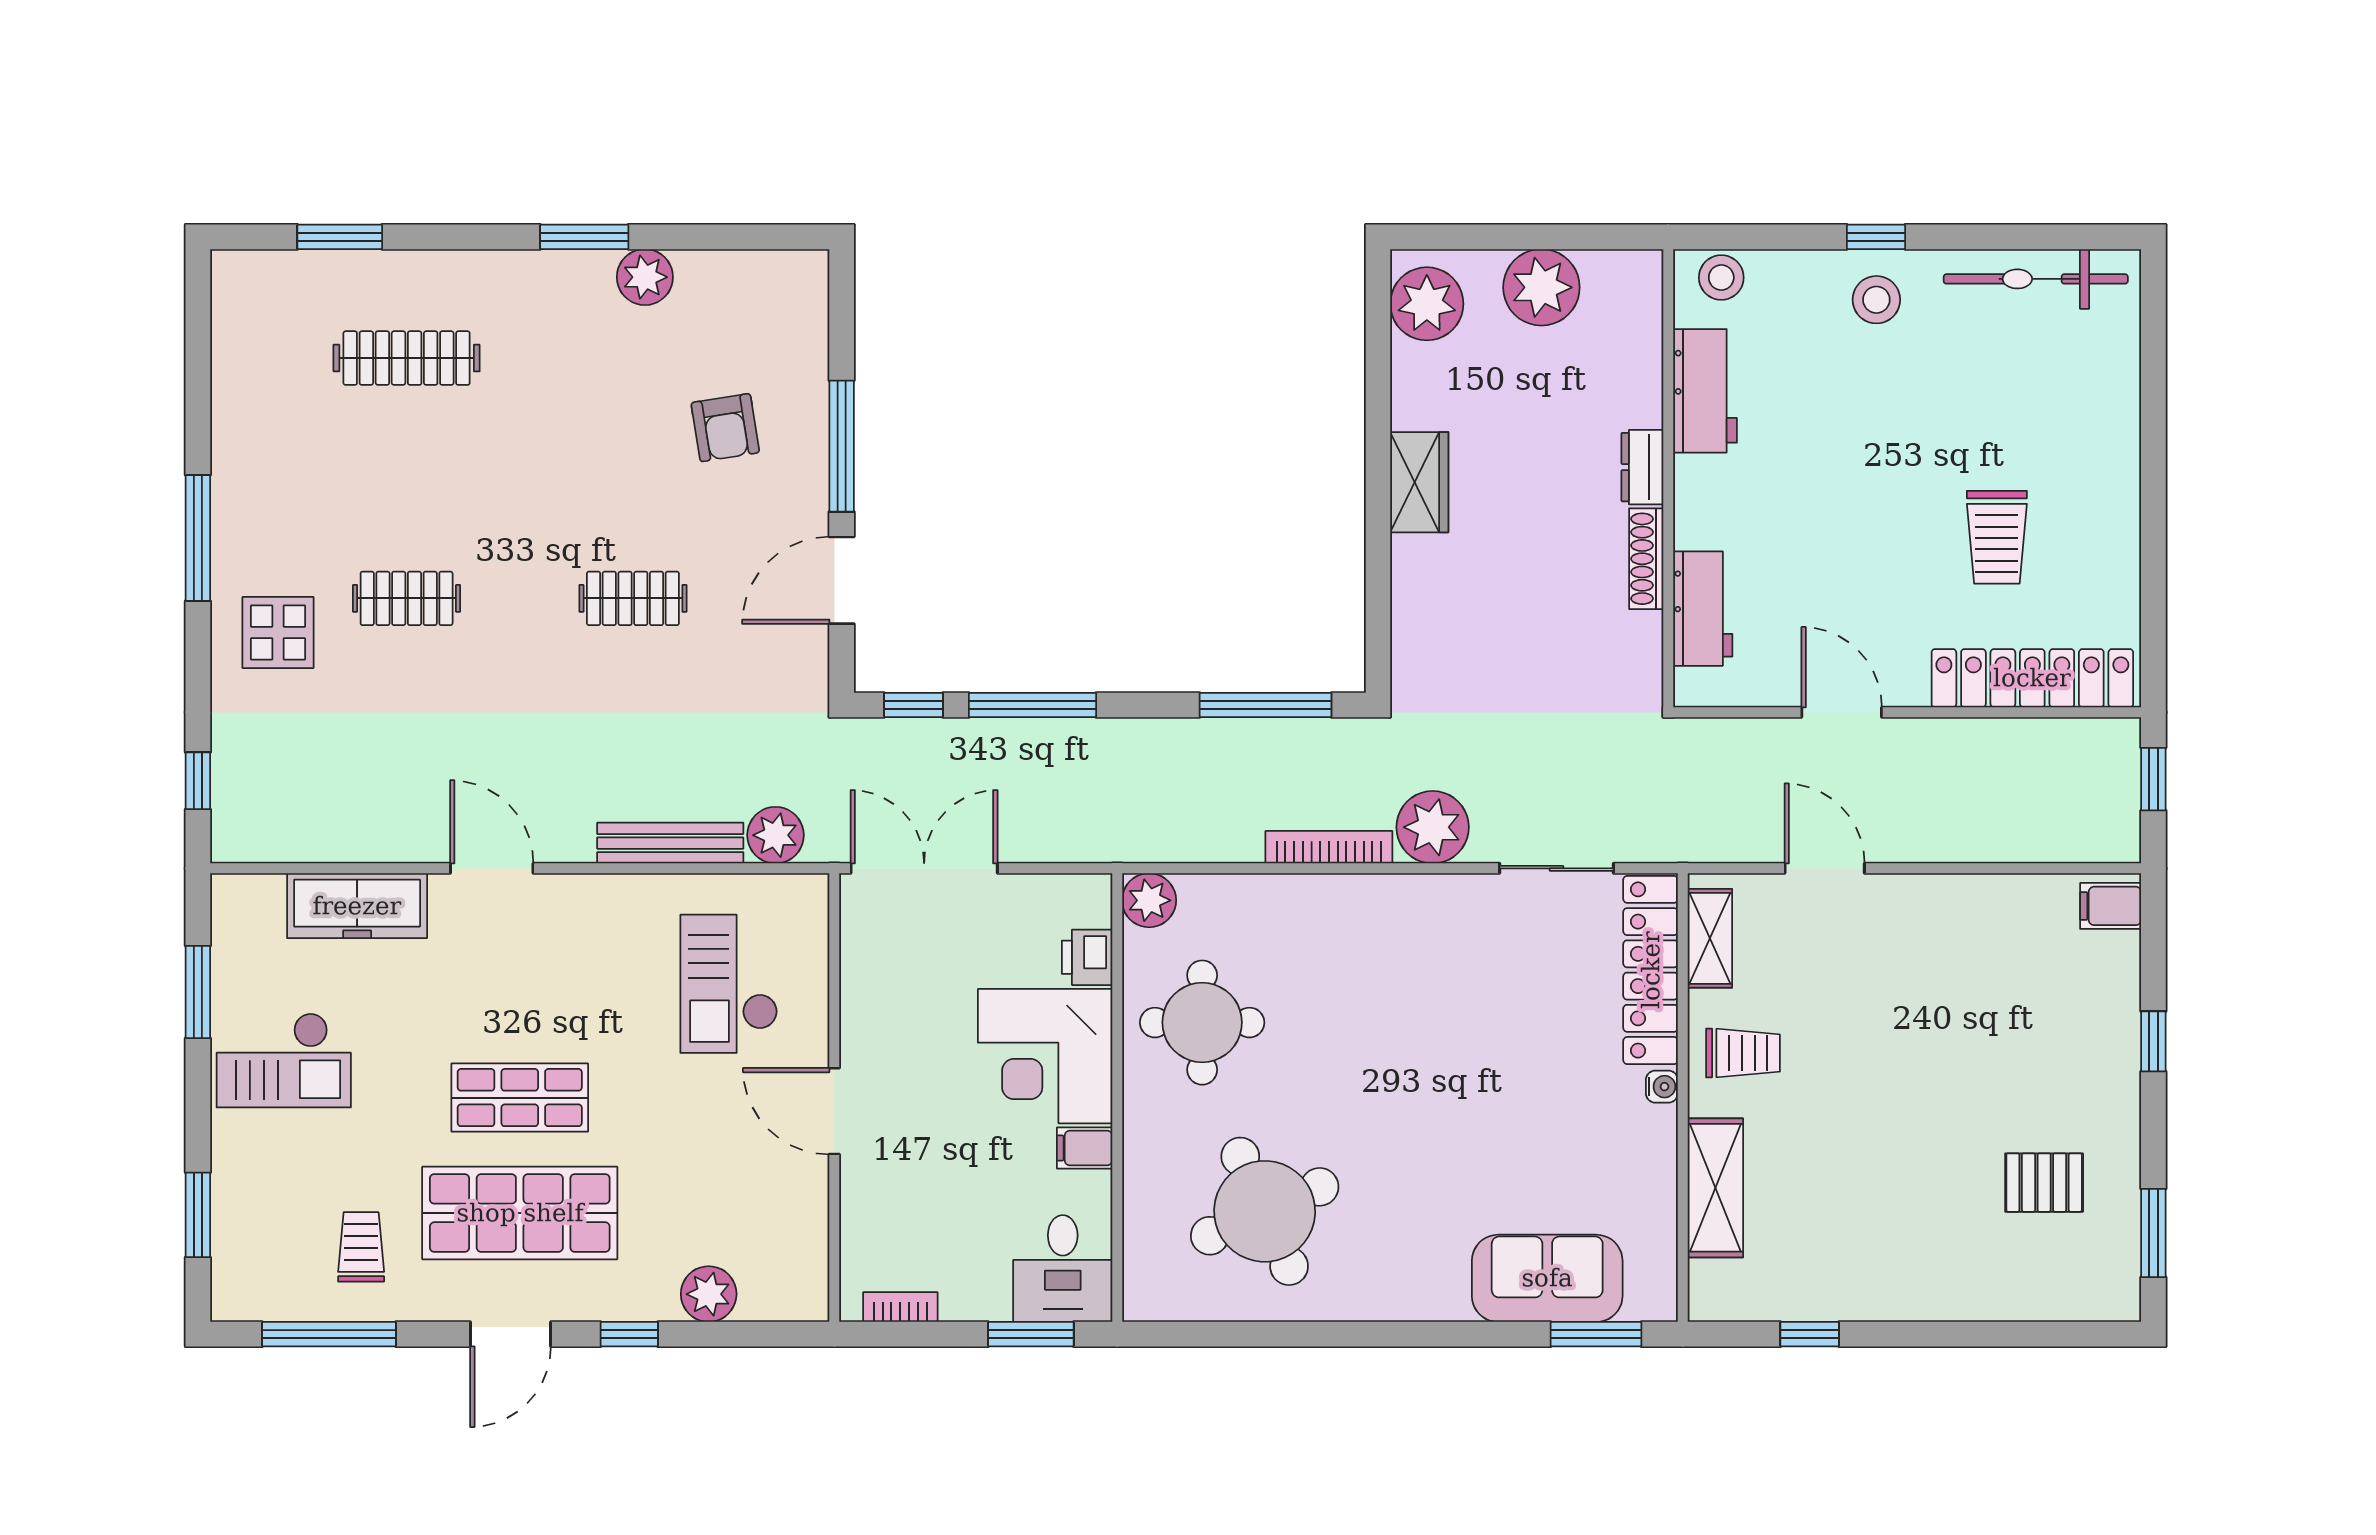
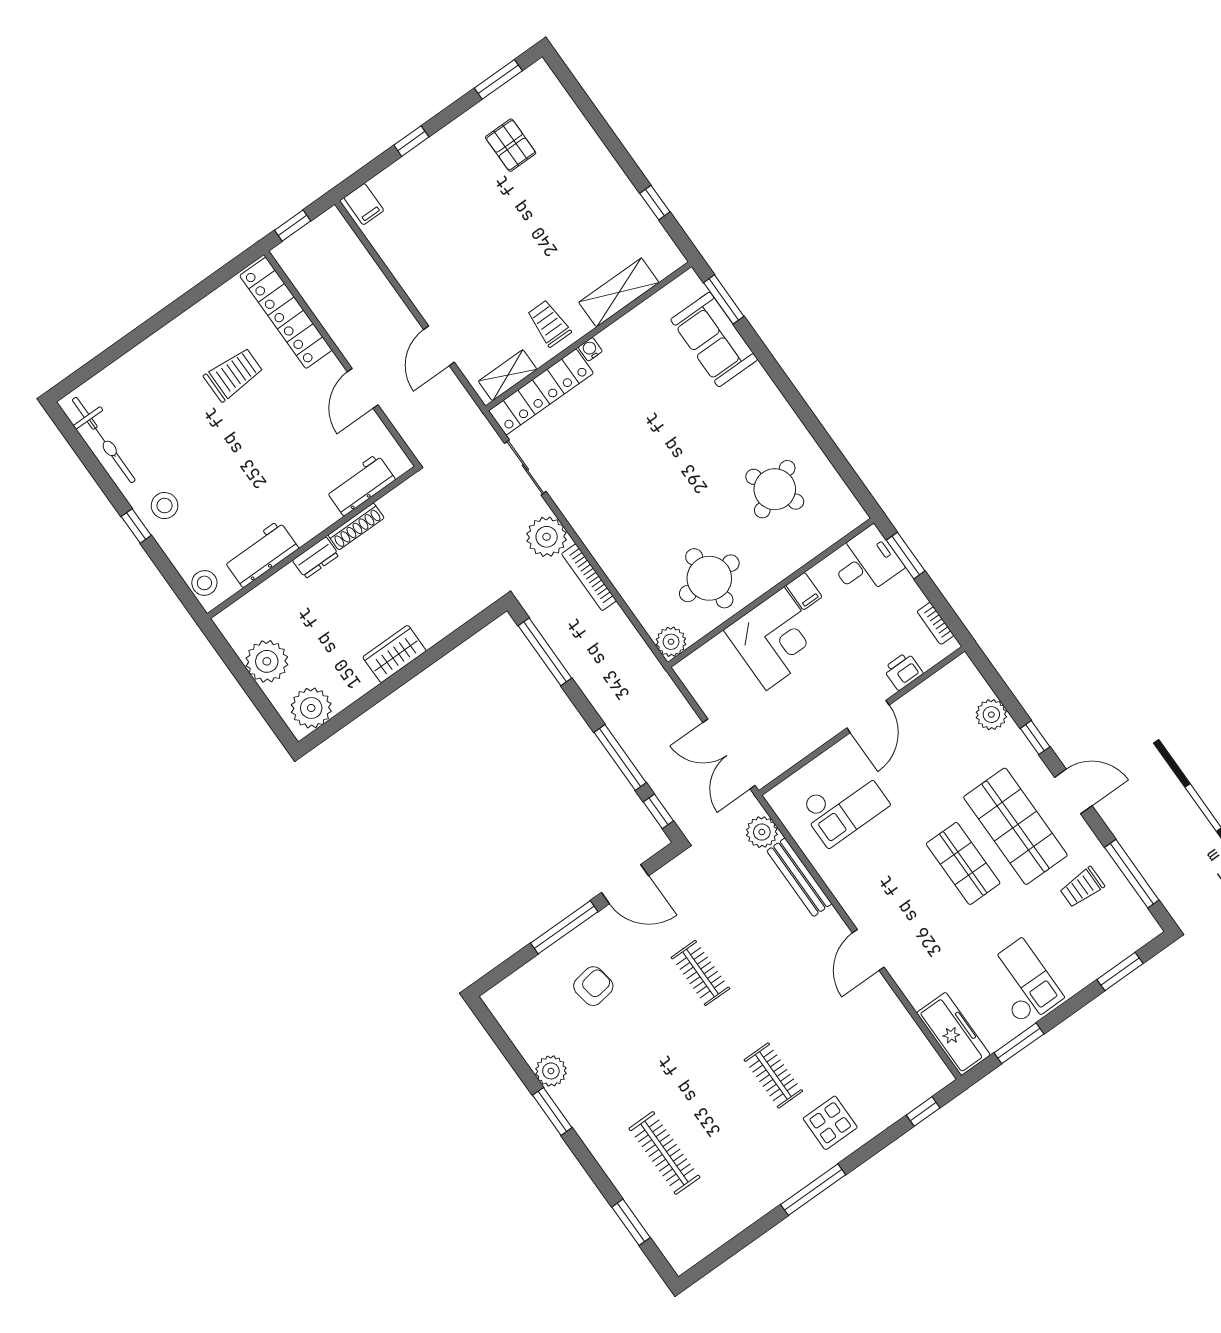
freezer: (357, 906) -> (953, 1034), moved
printer: (1087, 957) -> (903, 671), moved, turned 180
round table: (1265, 1211) -> (775, 489), width x0.73, depth x0.73

